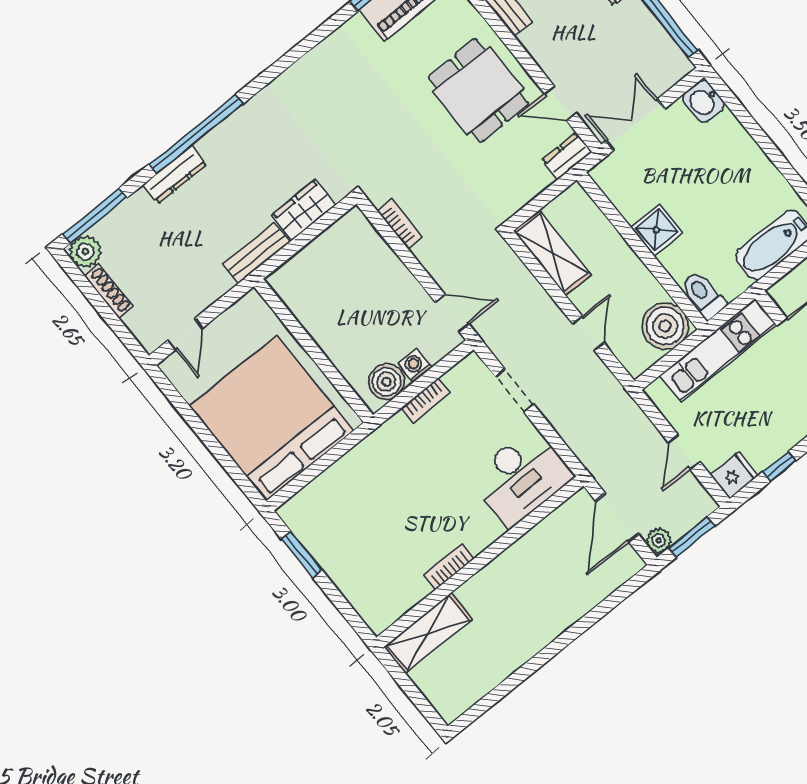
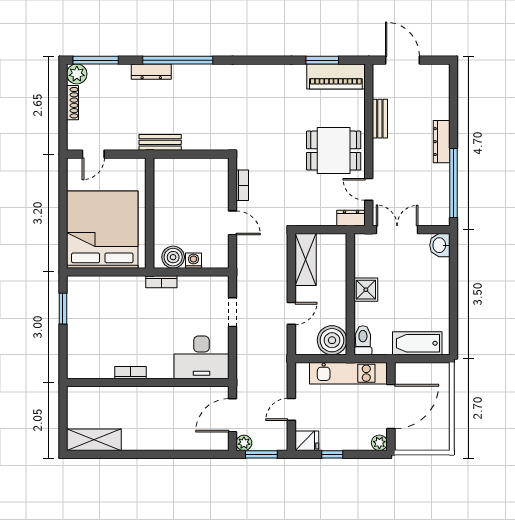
dining table: (478, 90) -> (334, 151), turned 90
wardrobe: (304, 210) -> (200, 140), removed
door: (452, 313) -> (232, 223), moved
bookcase: (426, 400) -> (161, 282), moved
shelving: (428, 633) -> (94, 440), moved

